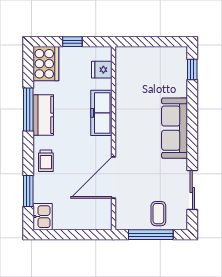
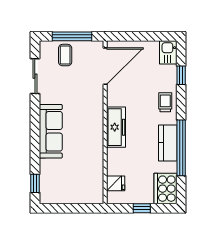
window: (28, 110) -> (181, 148), width x1.46
freezer: (101, 113) -> (116, 127), moved
door: (113, 177) -> (105, 66), moved
window: (28, 191) -> (181, 75), width x0.67

